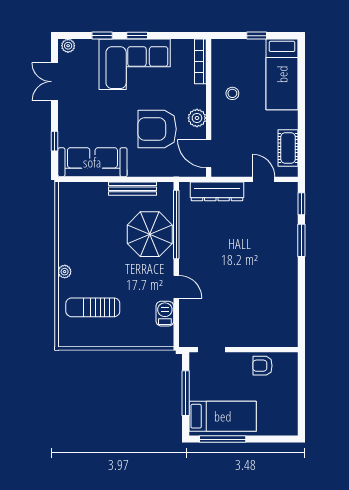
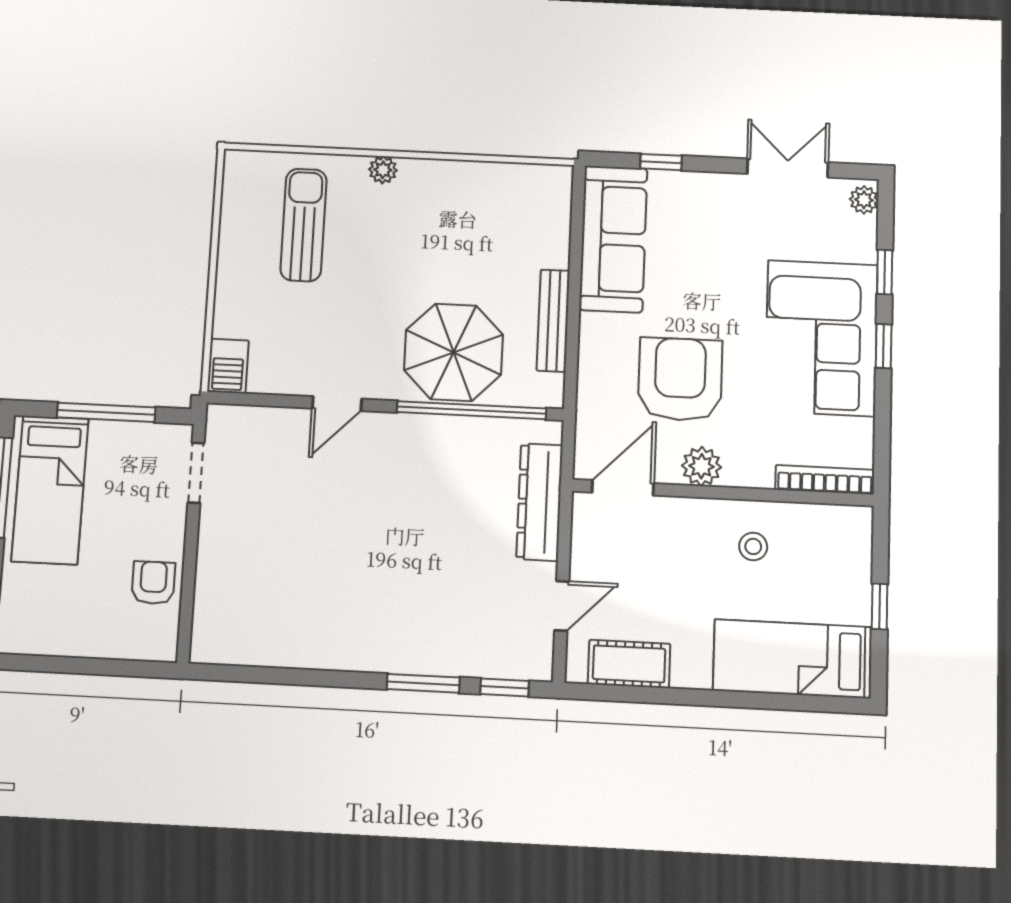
barbecue: (165, 314) -> (228, 366), moved, turned 90

